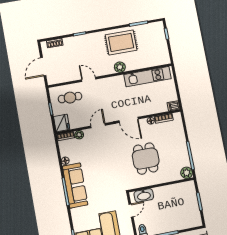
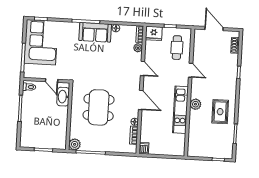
rug: (121, 42) -> (220, 112), width x0.73, depth x0.70
kitchen unit: (147, 77) -> (180, 110), moved
door: (89, 79) -> (191, 70), hinge flipped
door: (129, 120) -> (141, 100), swing flipped
dining table: (146, 159) -> (99, 107), width x1.38
sofa: (75, 185) -> (95, 32), width x0.73

